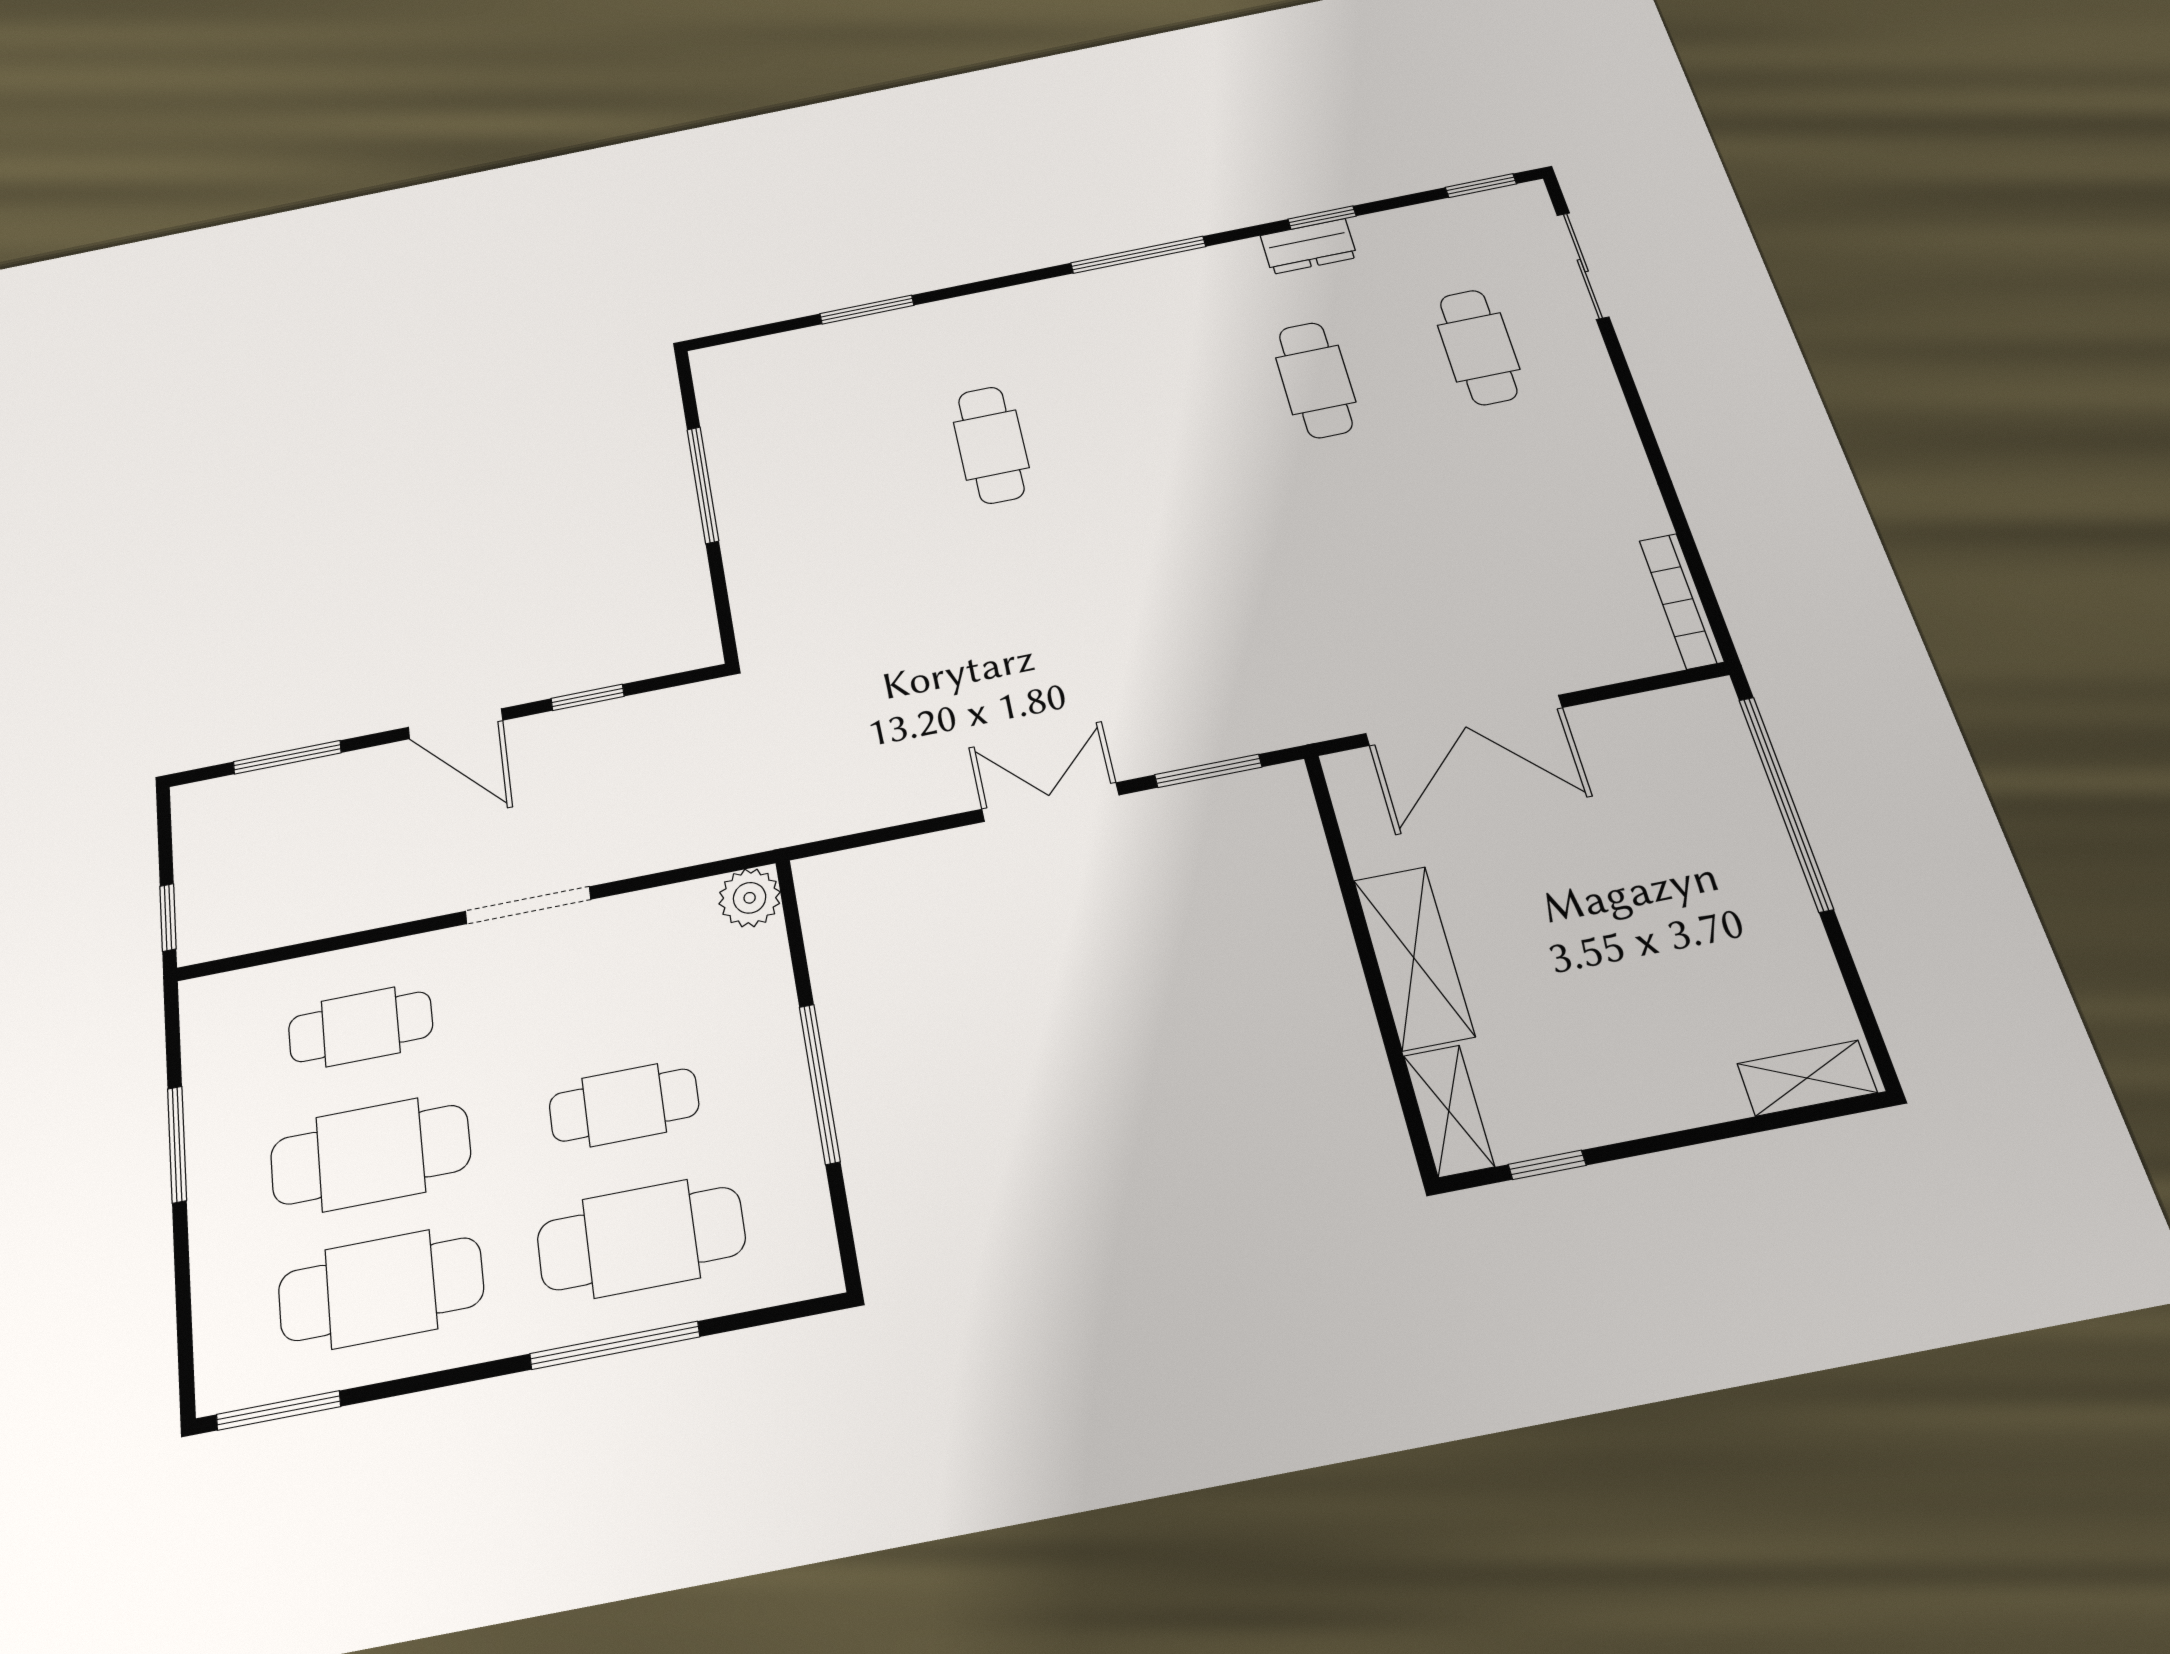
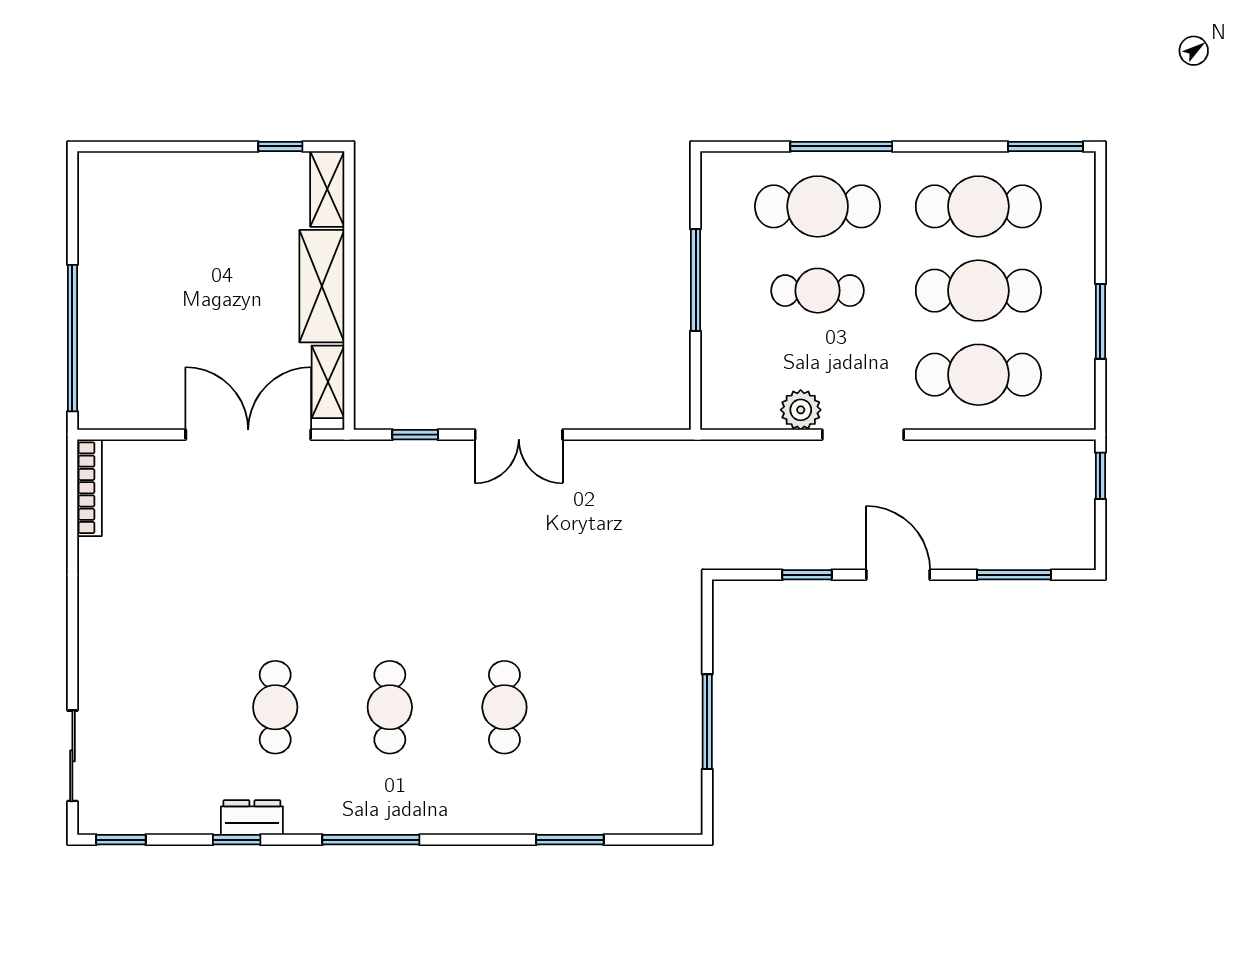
cafe table: (1478, 347) -> (390, 707), moved
window: (1208, 771) -> (415, 435), width x0.67
plant: (750, 898) -> (801, 410), moved
cafe table: (361, 1027) -> (978, 375), width x1.37, depth x1.35
shelving: (1807, 1078) -> (328, 382), moved, turned 90

